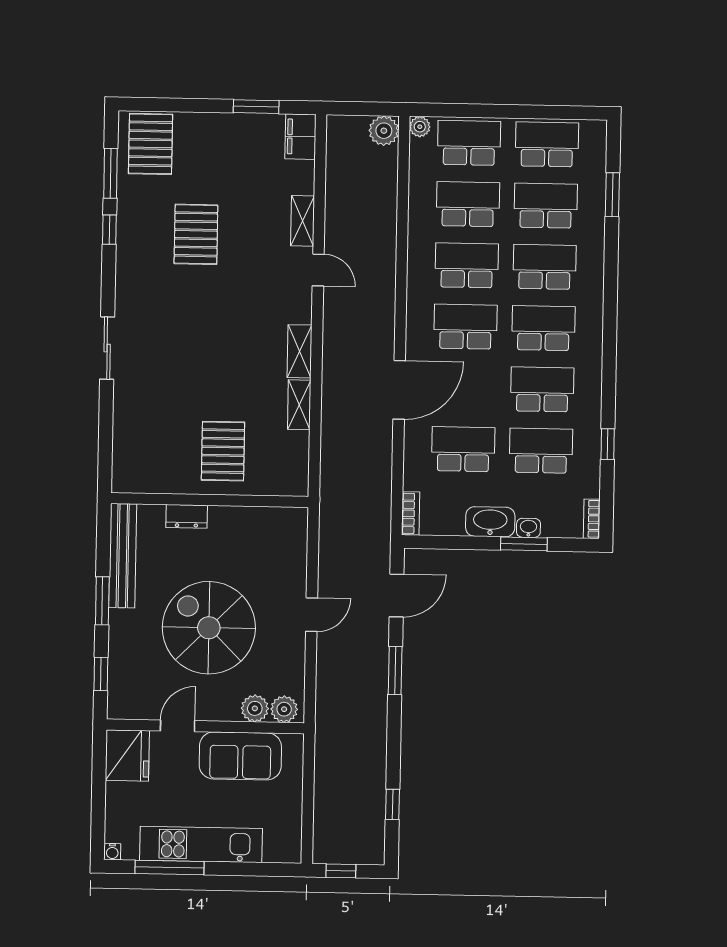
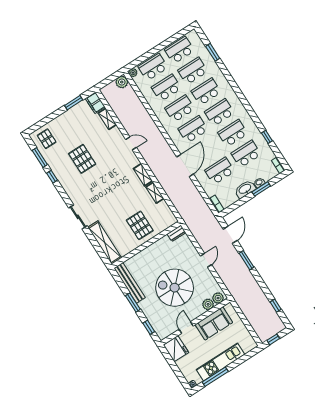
pallet: (151, 144) -> (47, 139), width x0.67, depth x0.71
shelving: (303, 221) -> (107, 119), moved
shelving: (127, 438) -> (105, 242), added
dresser: (187, 516) -> (176, 233), moved

